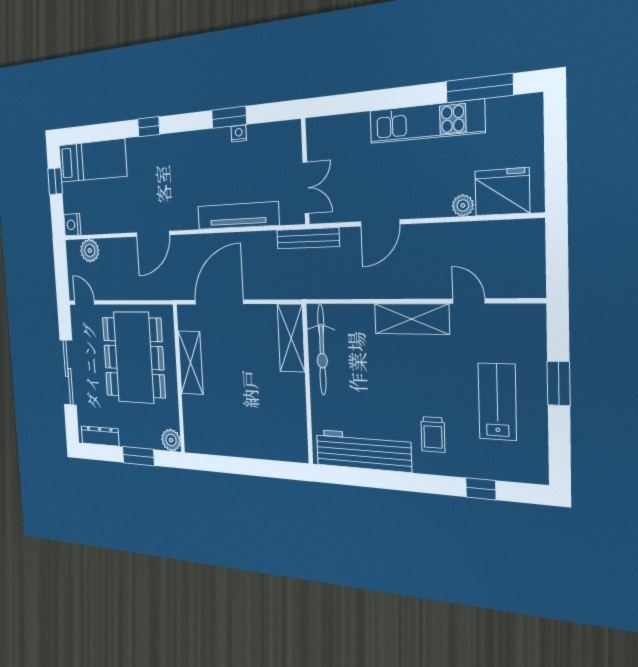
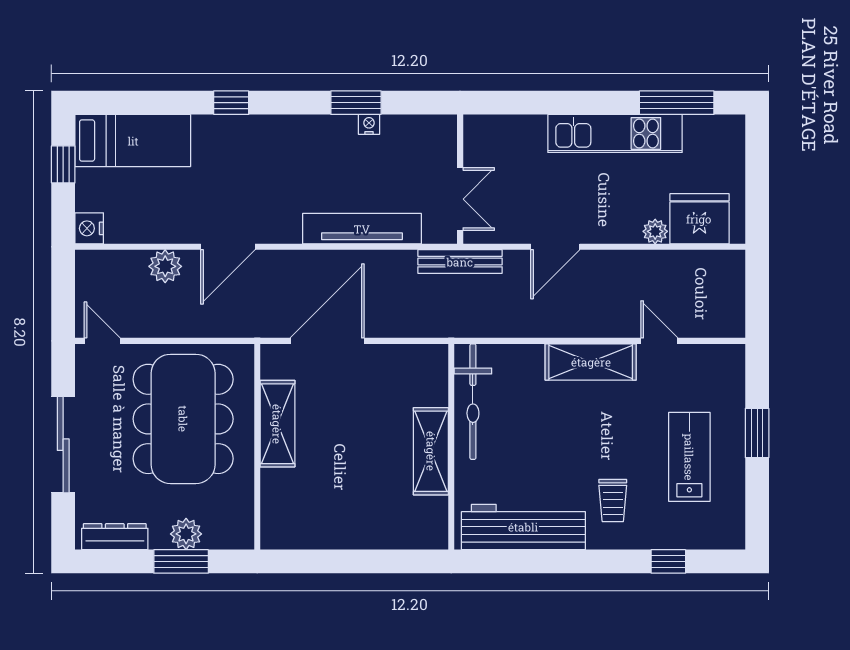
plant: (90, 250) -> (165, 266), moved
shelving: (291, 338) -> (431, 451), moved
plant: (171, 440) -> (186, 534), moved

